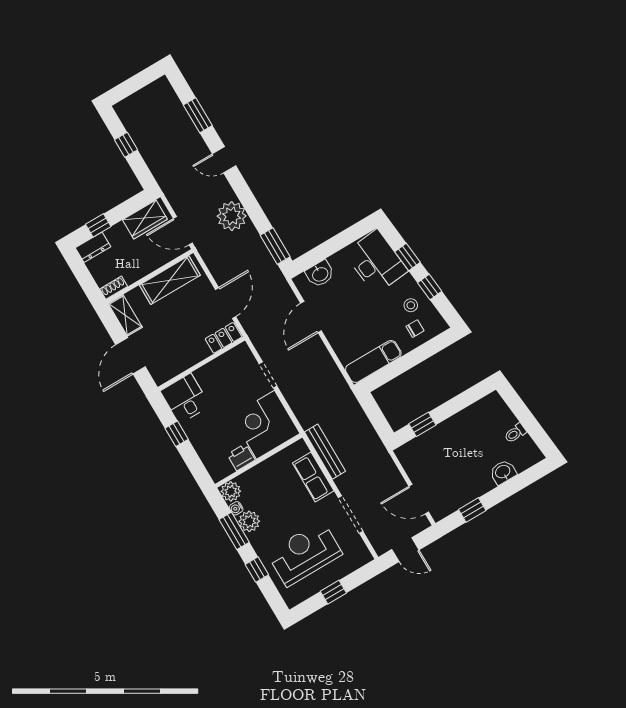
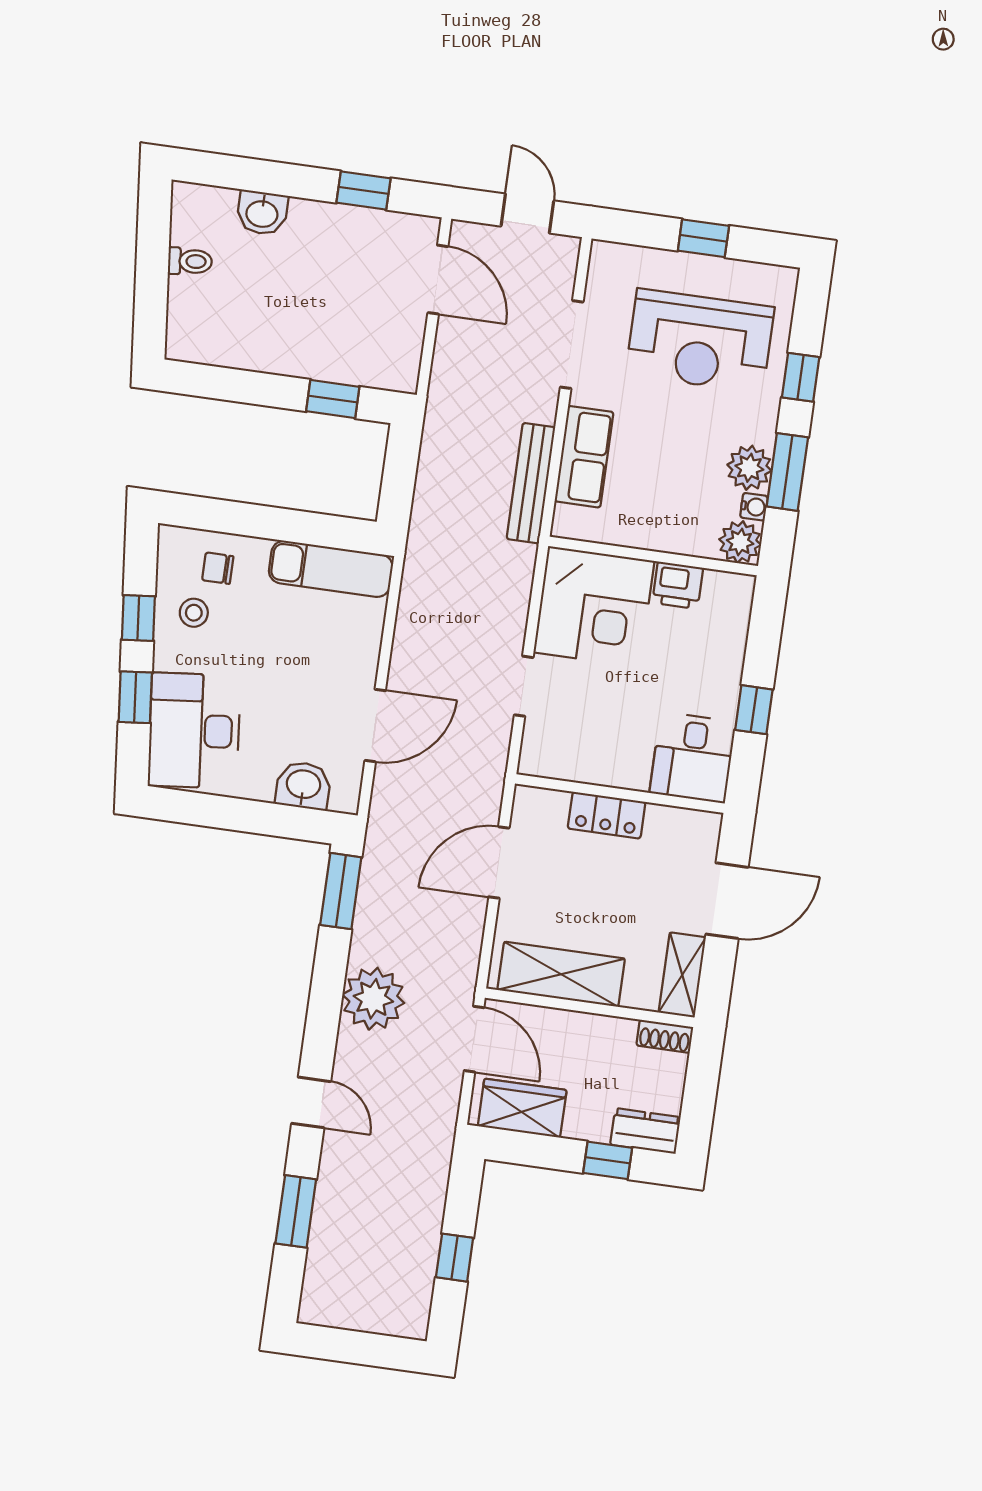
locker: (223, 338) -> (607, 815), moved

